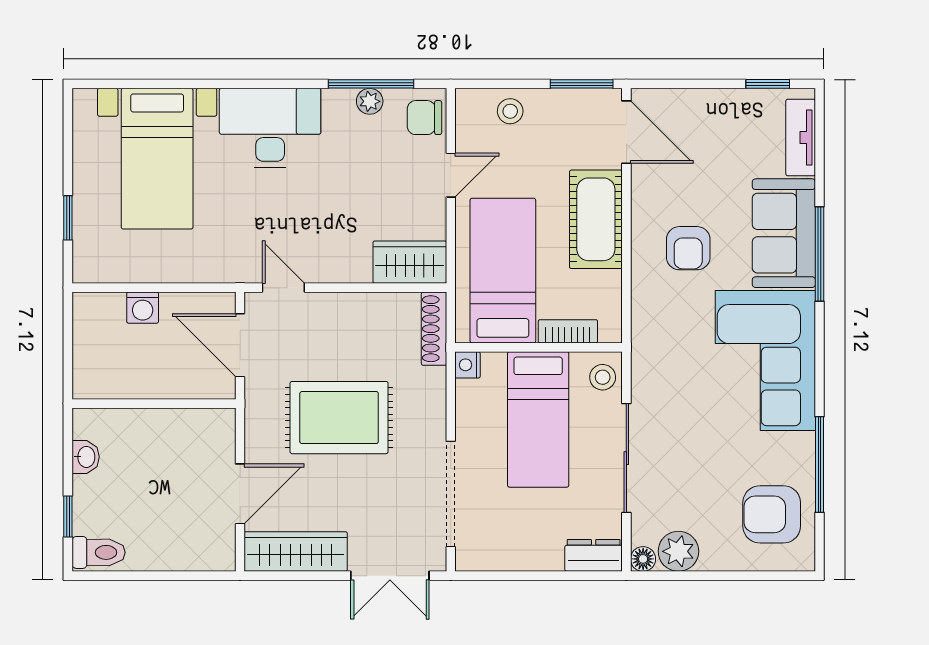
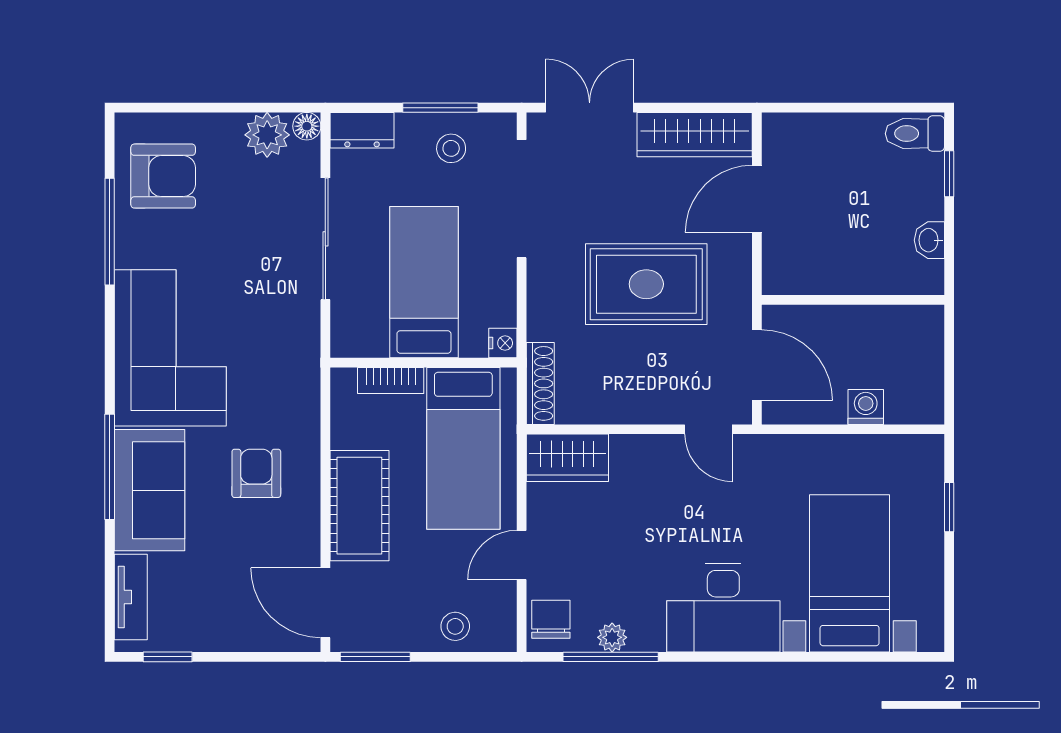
chair: (424, 118) -> (551, 619), turned -90
stool: (603, 377) -> (451, 148), moved
window: (523, 576) -> (440, 108), added

